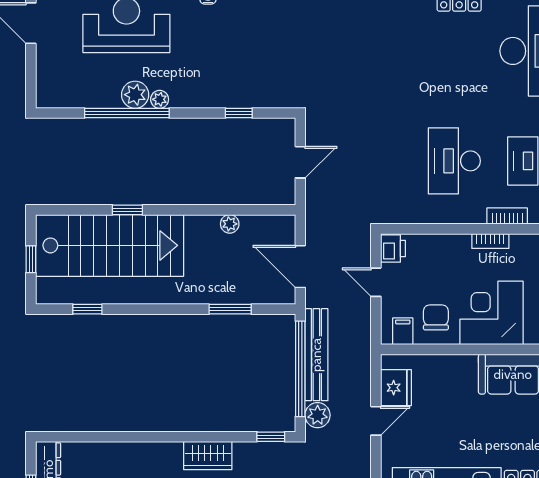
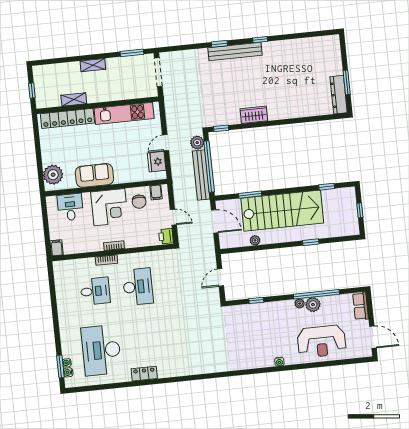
row of seats: (48, 83) -> (361, 306), added
stairs: (110, 245) -> (282, 211), moved, turned 180

